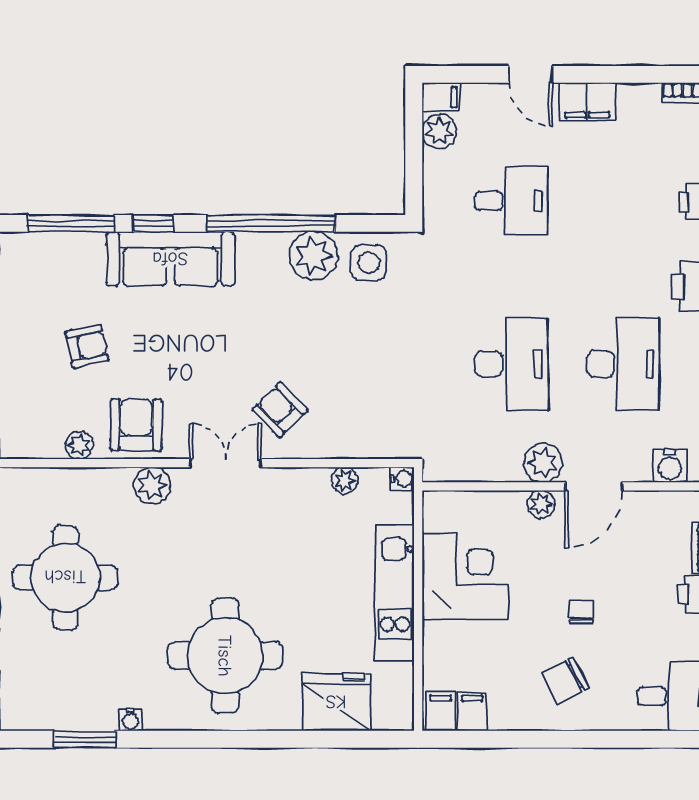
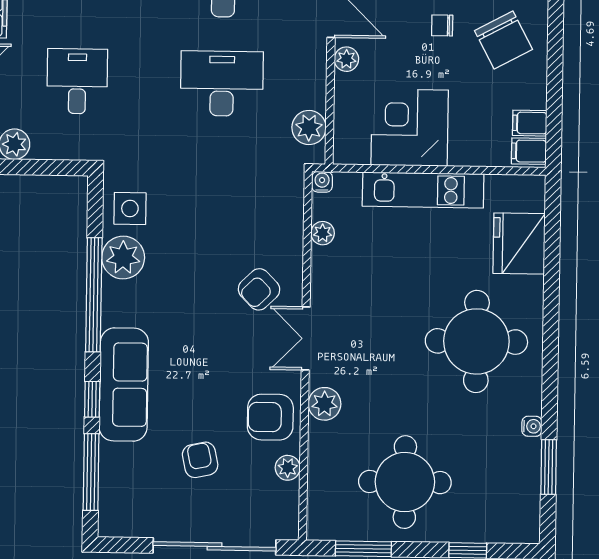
plant: (543, 463) -> (309, 128), moved
chair: (565, 681) -> (504, 40), width x1.37, depth x1.37

